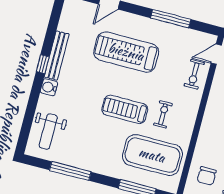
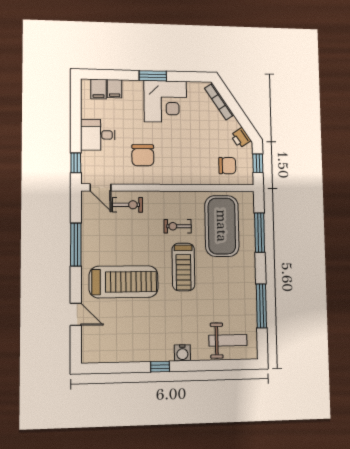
treadmill: (126, 52) -> (124, 282), turned -90
bench: (57, 56) -> (147, 354), removed

